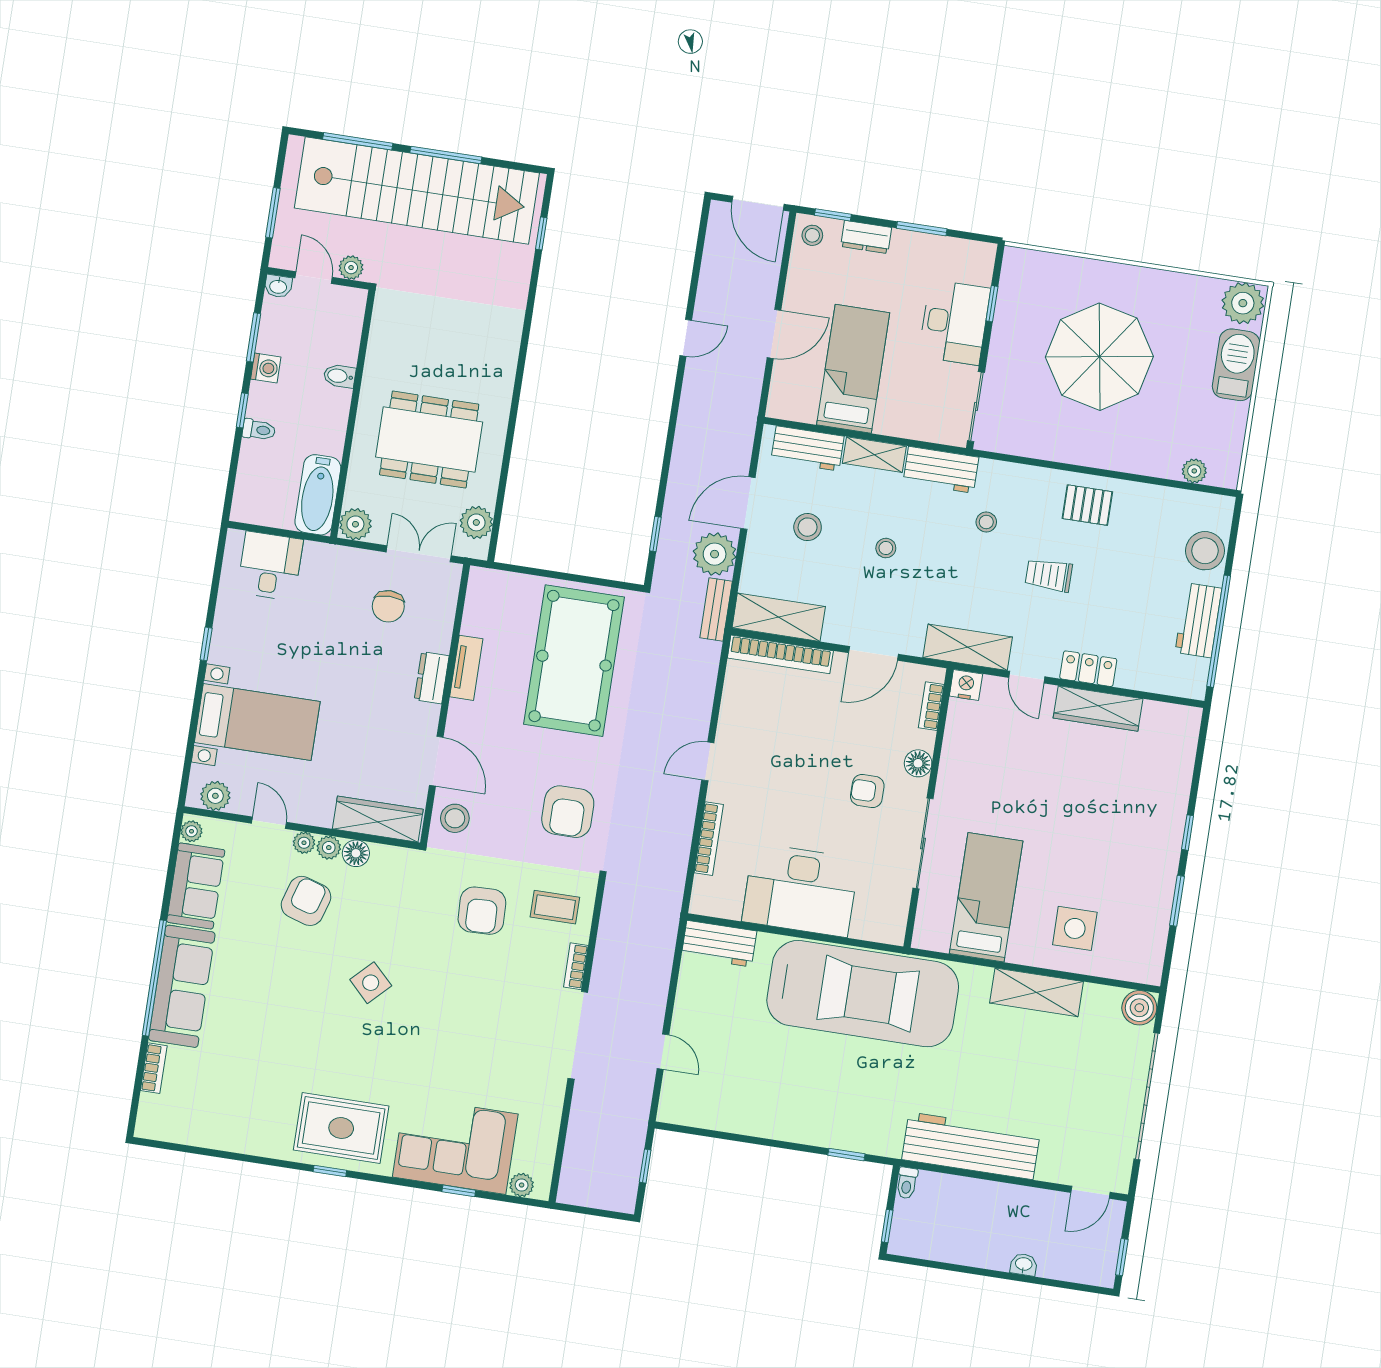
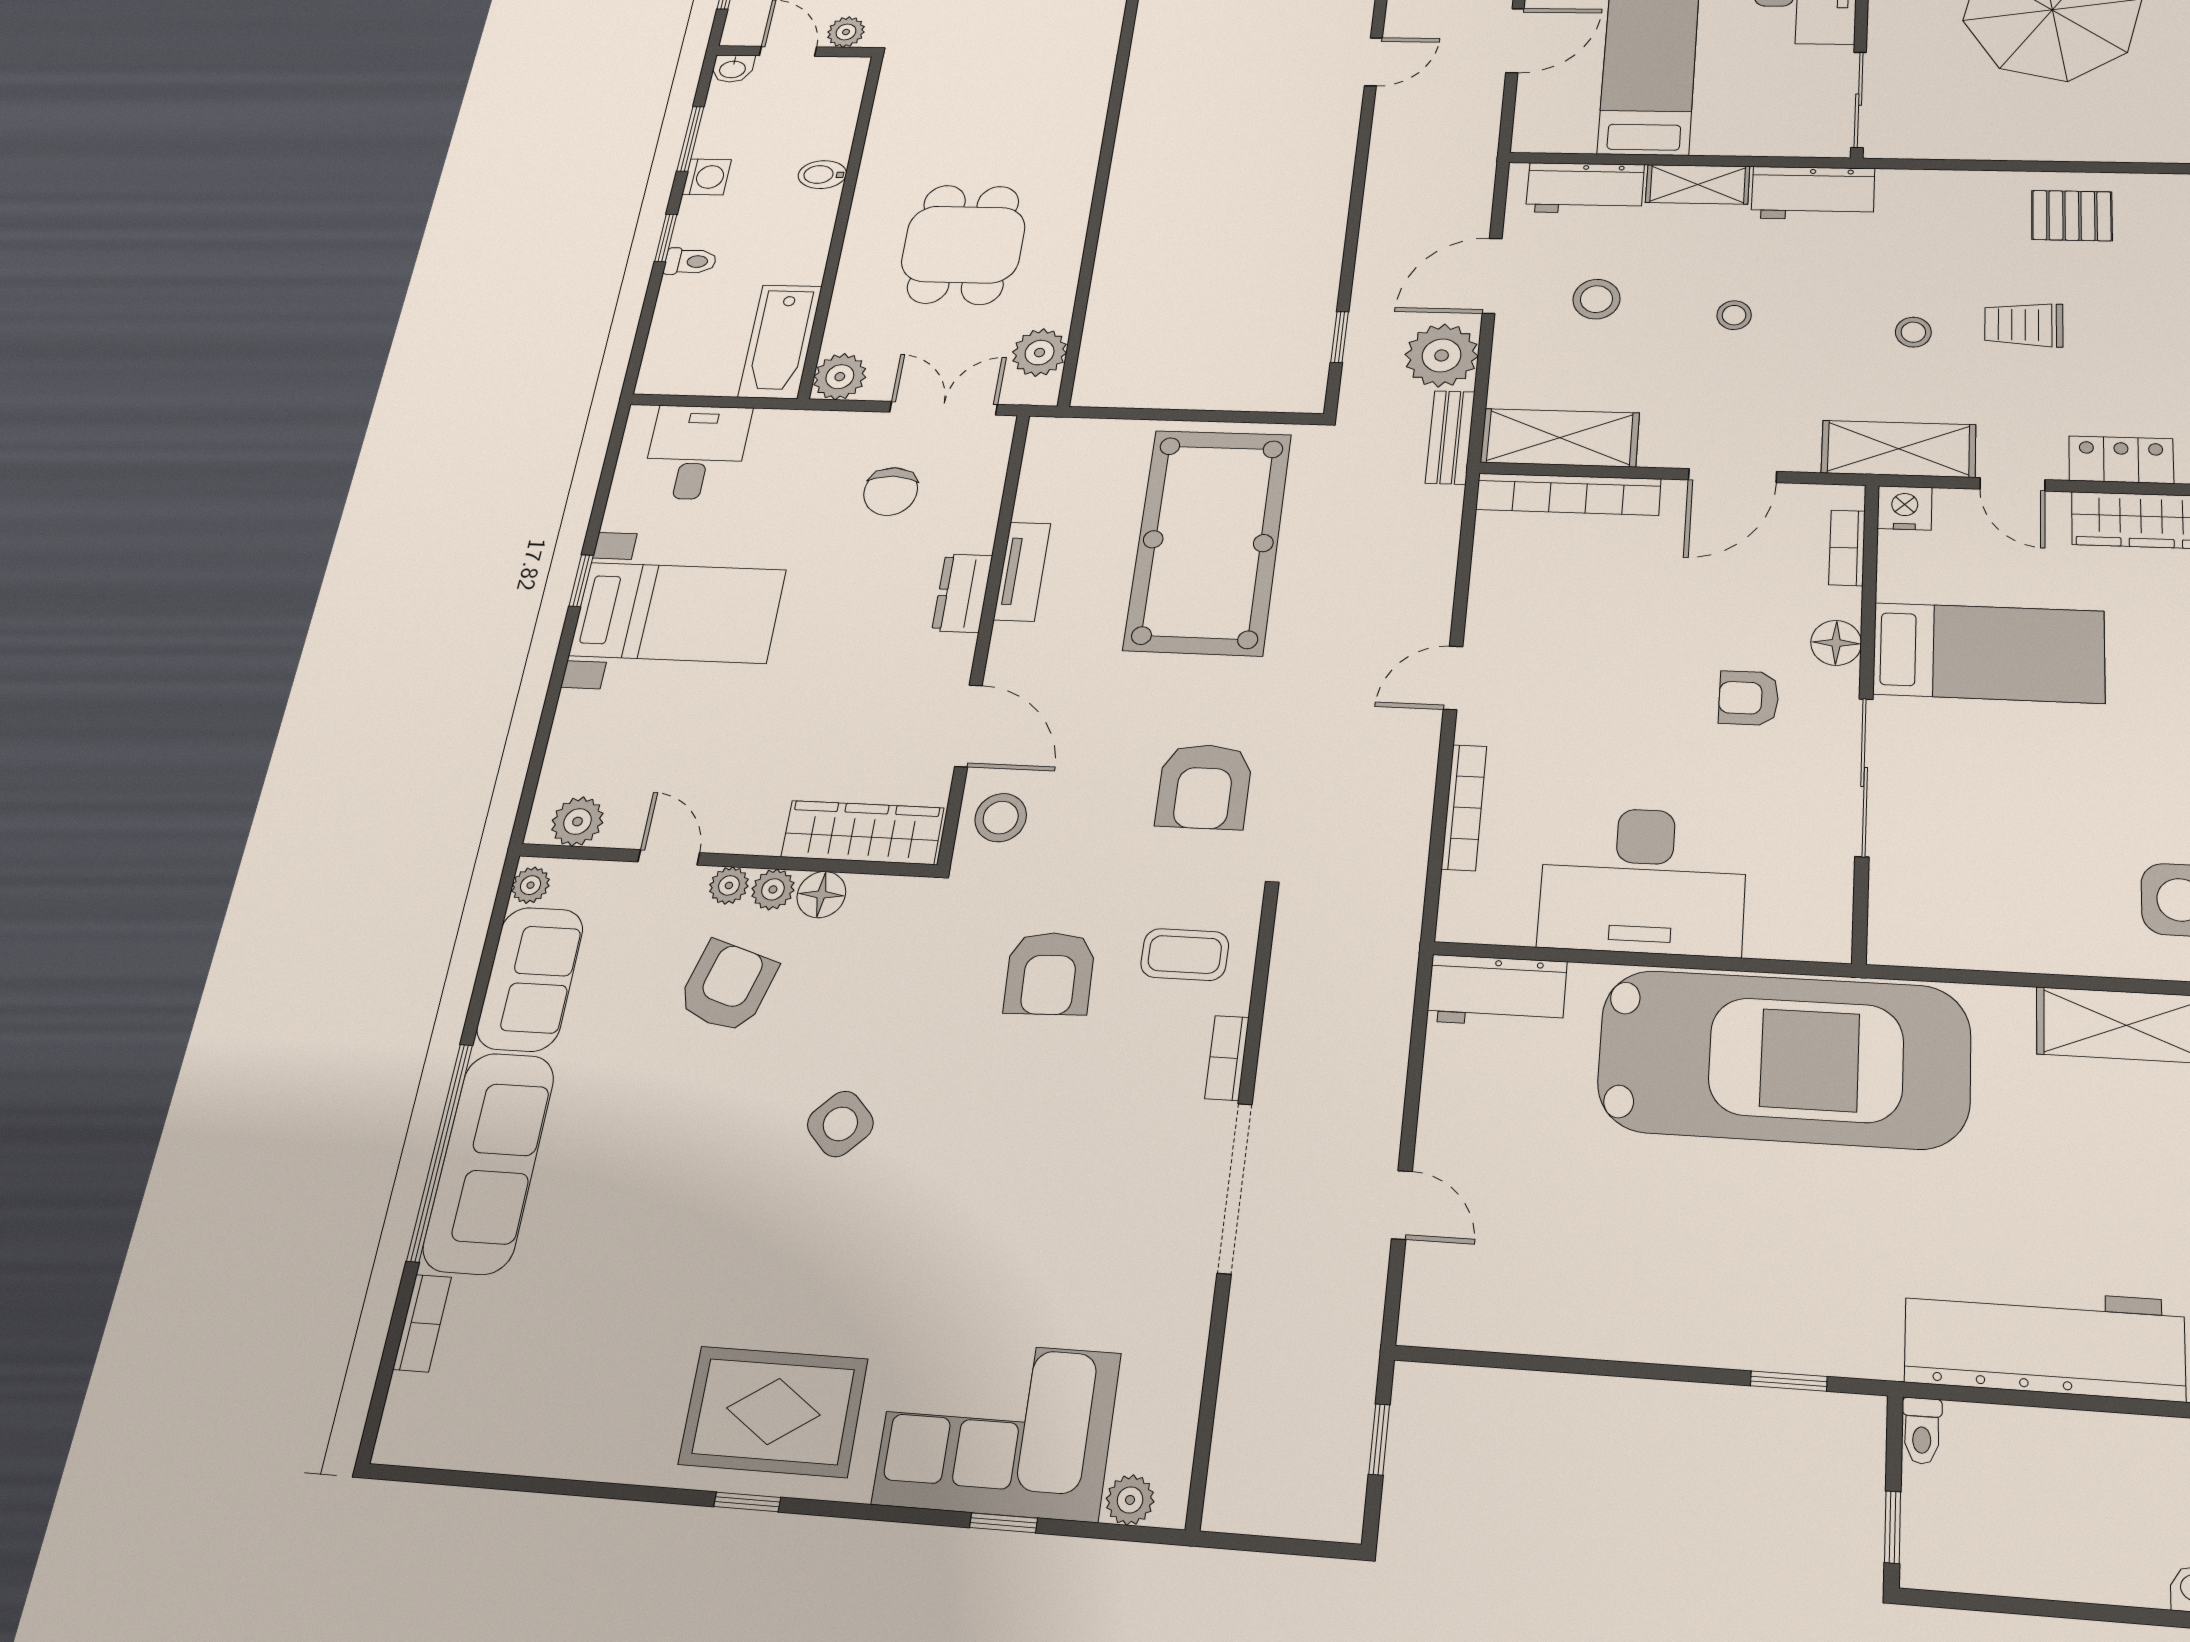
dining table: (429, 440) -> (963, 244), width x0.73
stool: (986, 522) -> (1913, 332), moved
bed with nightstands: (257, 722) -> (678, 613), moved
bed: (986, 897) -> (1989, 653), moved, turned 90

